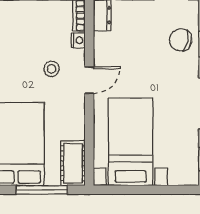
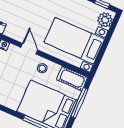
stool: (52, 69) -> (42, 68), moved
plant: (181, 174) -> (105, 20), added

